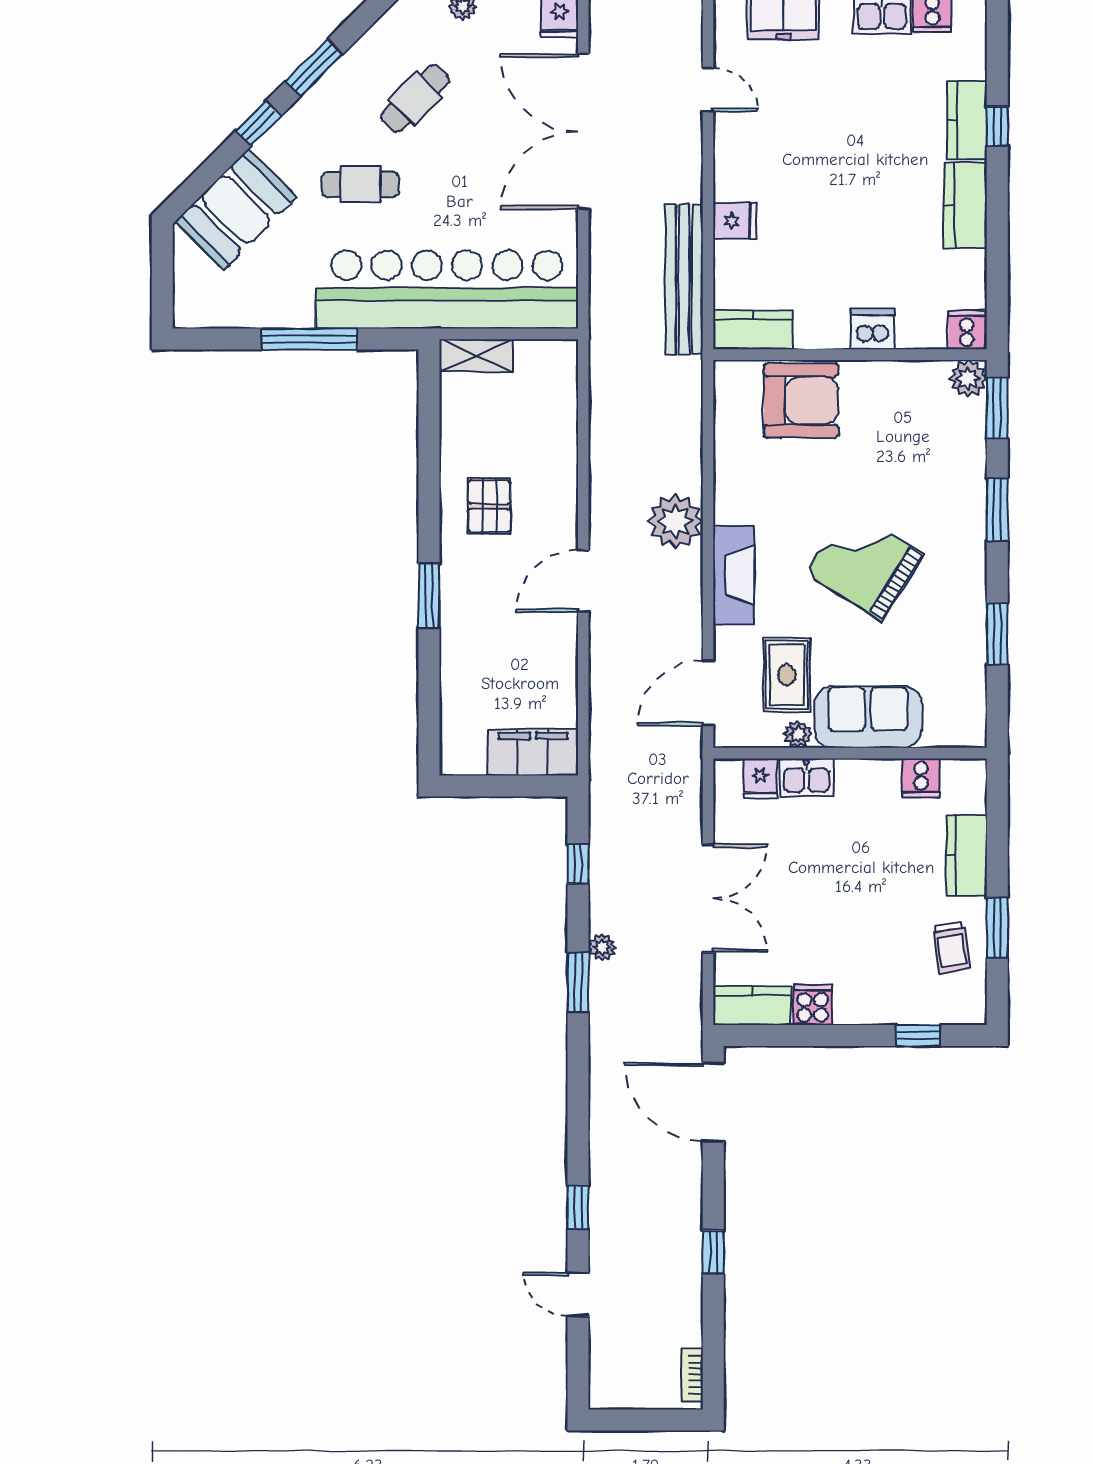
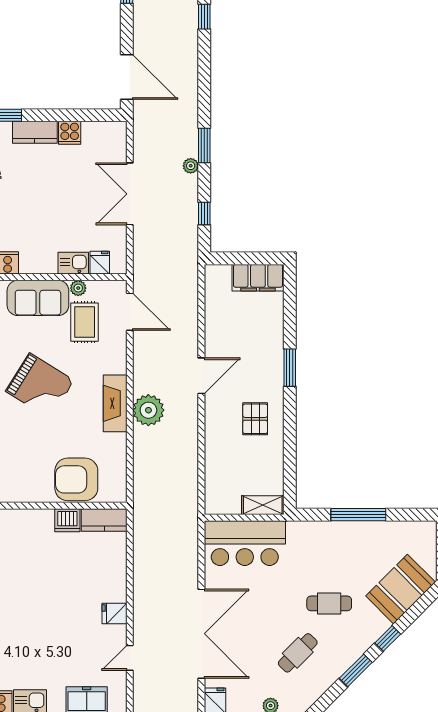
door: (708, 89) -> (130, 658), hinge flipped
fridge: (735, 221) -> (114, 613), moved
bench: (684, 279) -> (143, 549), removed
bar counter: (447, 290) -> (245, 543), width x0.54
dishwasher: (873, 329) -> (67, 520), moved
fireplace: (734, 575) -> (115, 403), moved
door: (708, 693) -> (130, 312), hinge flipped
filing cabinet: (533, 752) -> (258, 278), moved
kitchen counter: (752, 1006) -> (35, 132), moved

